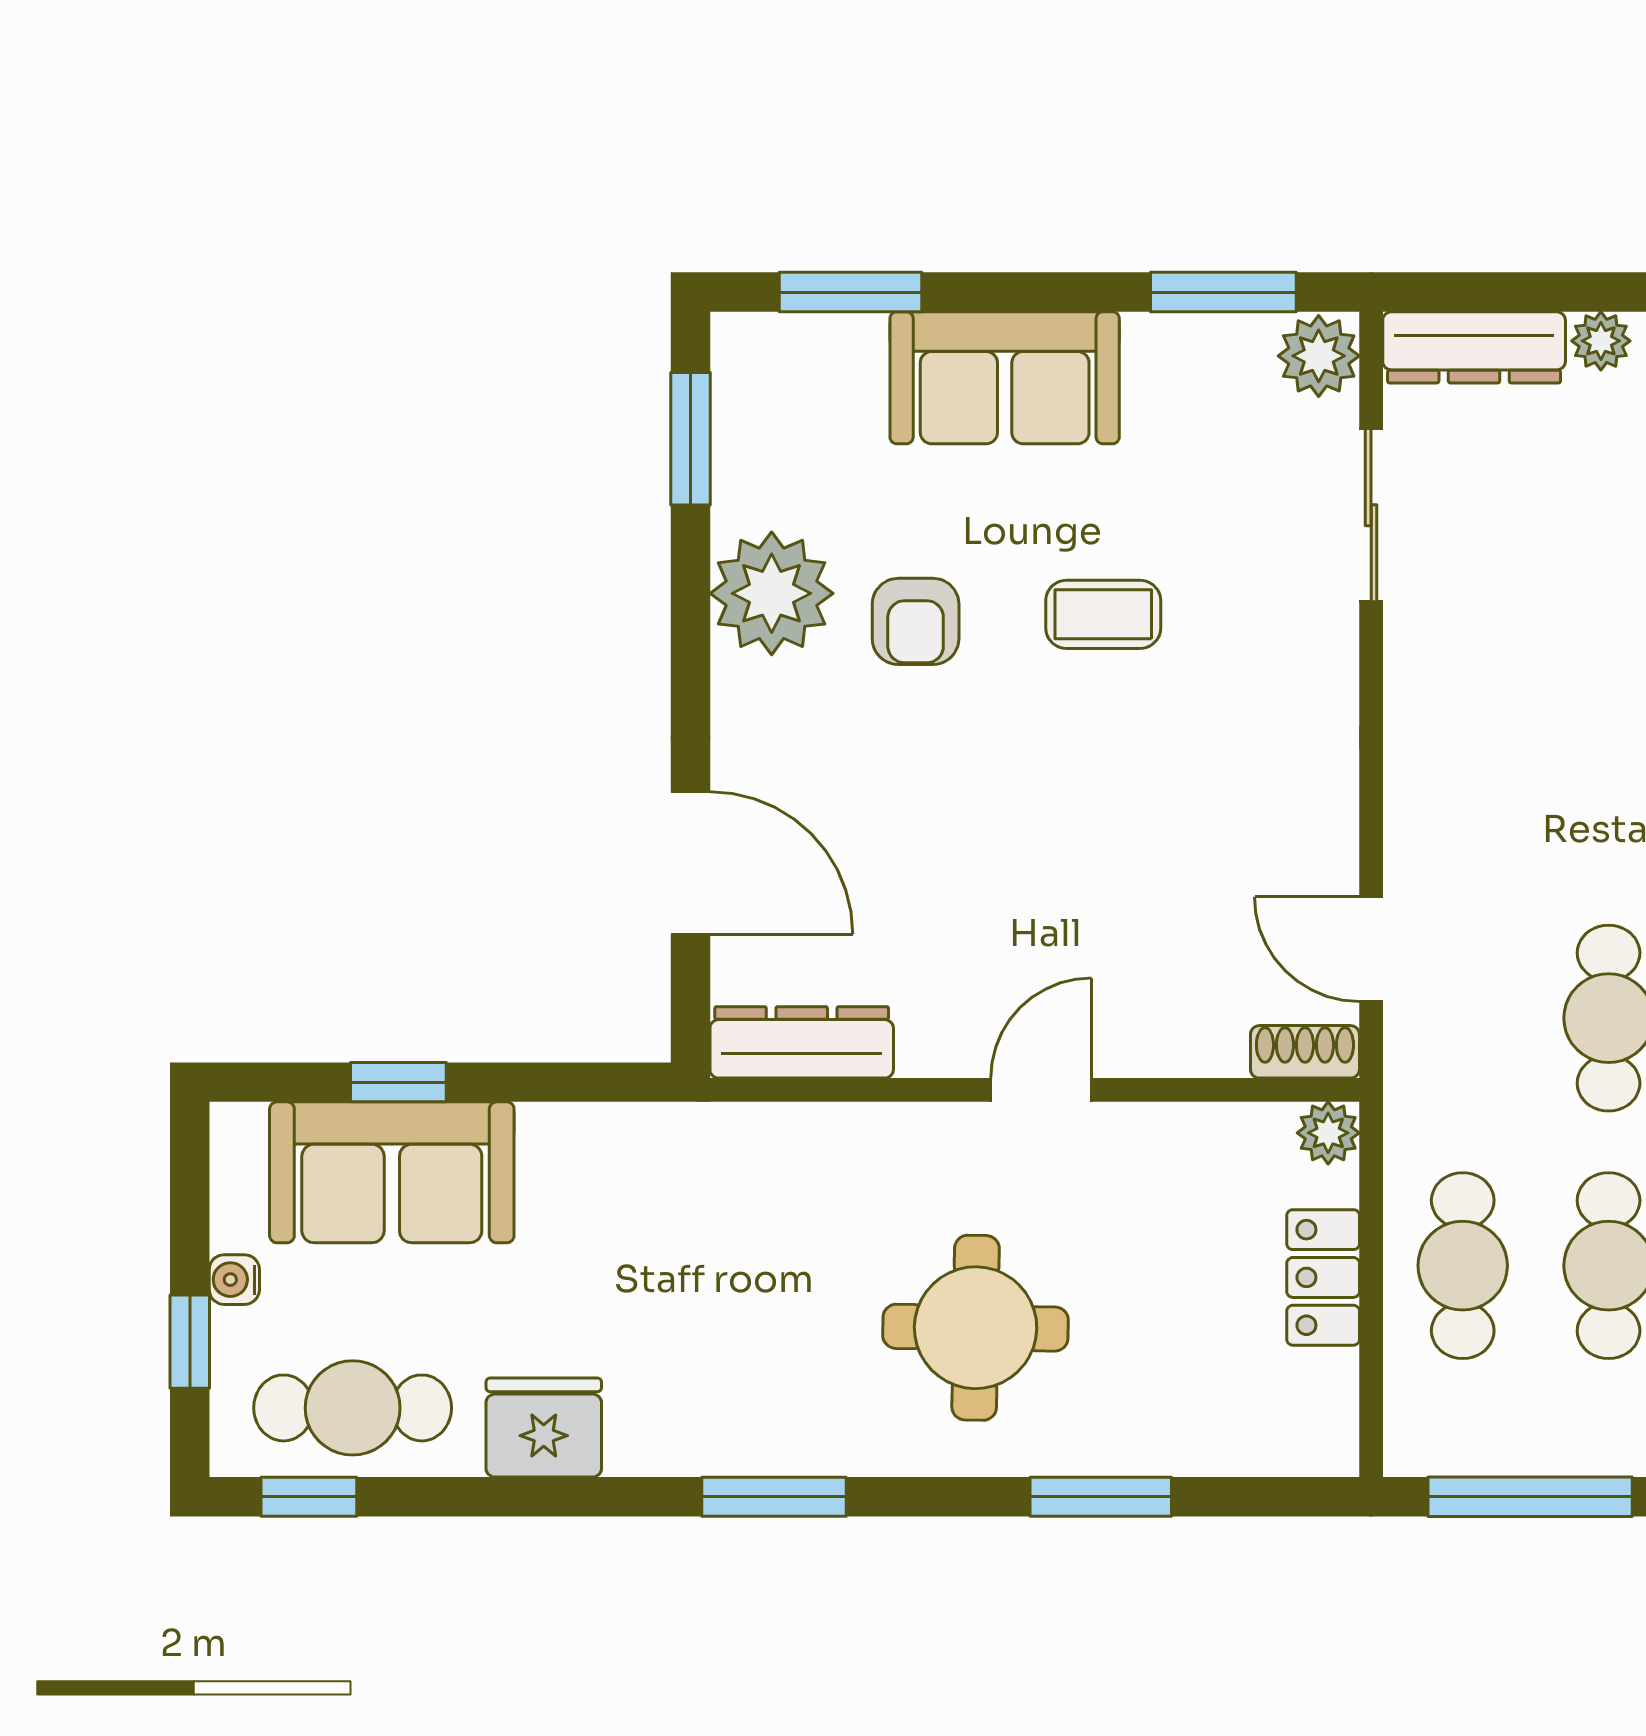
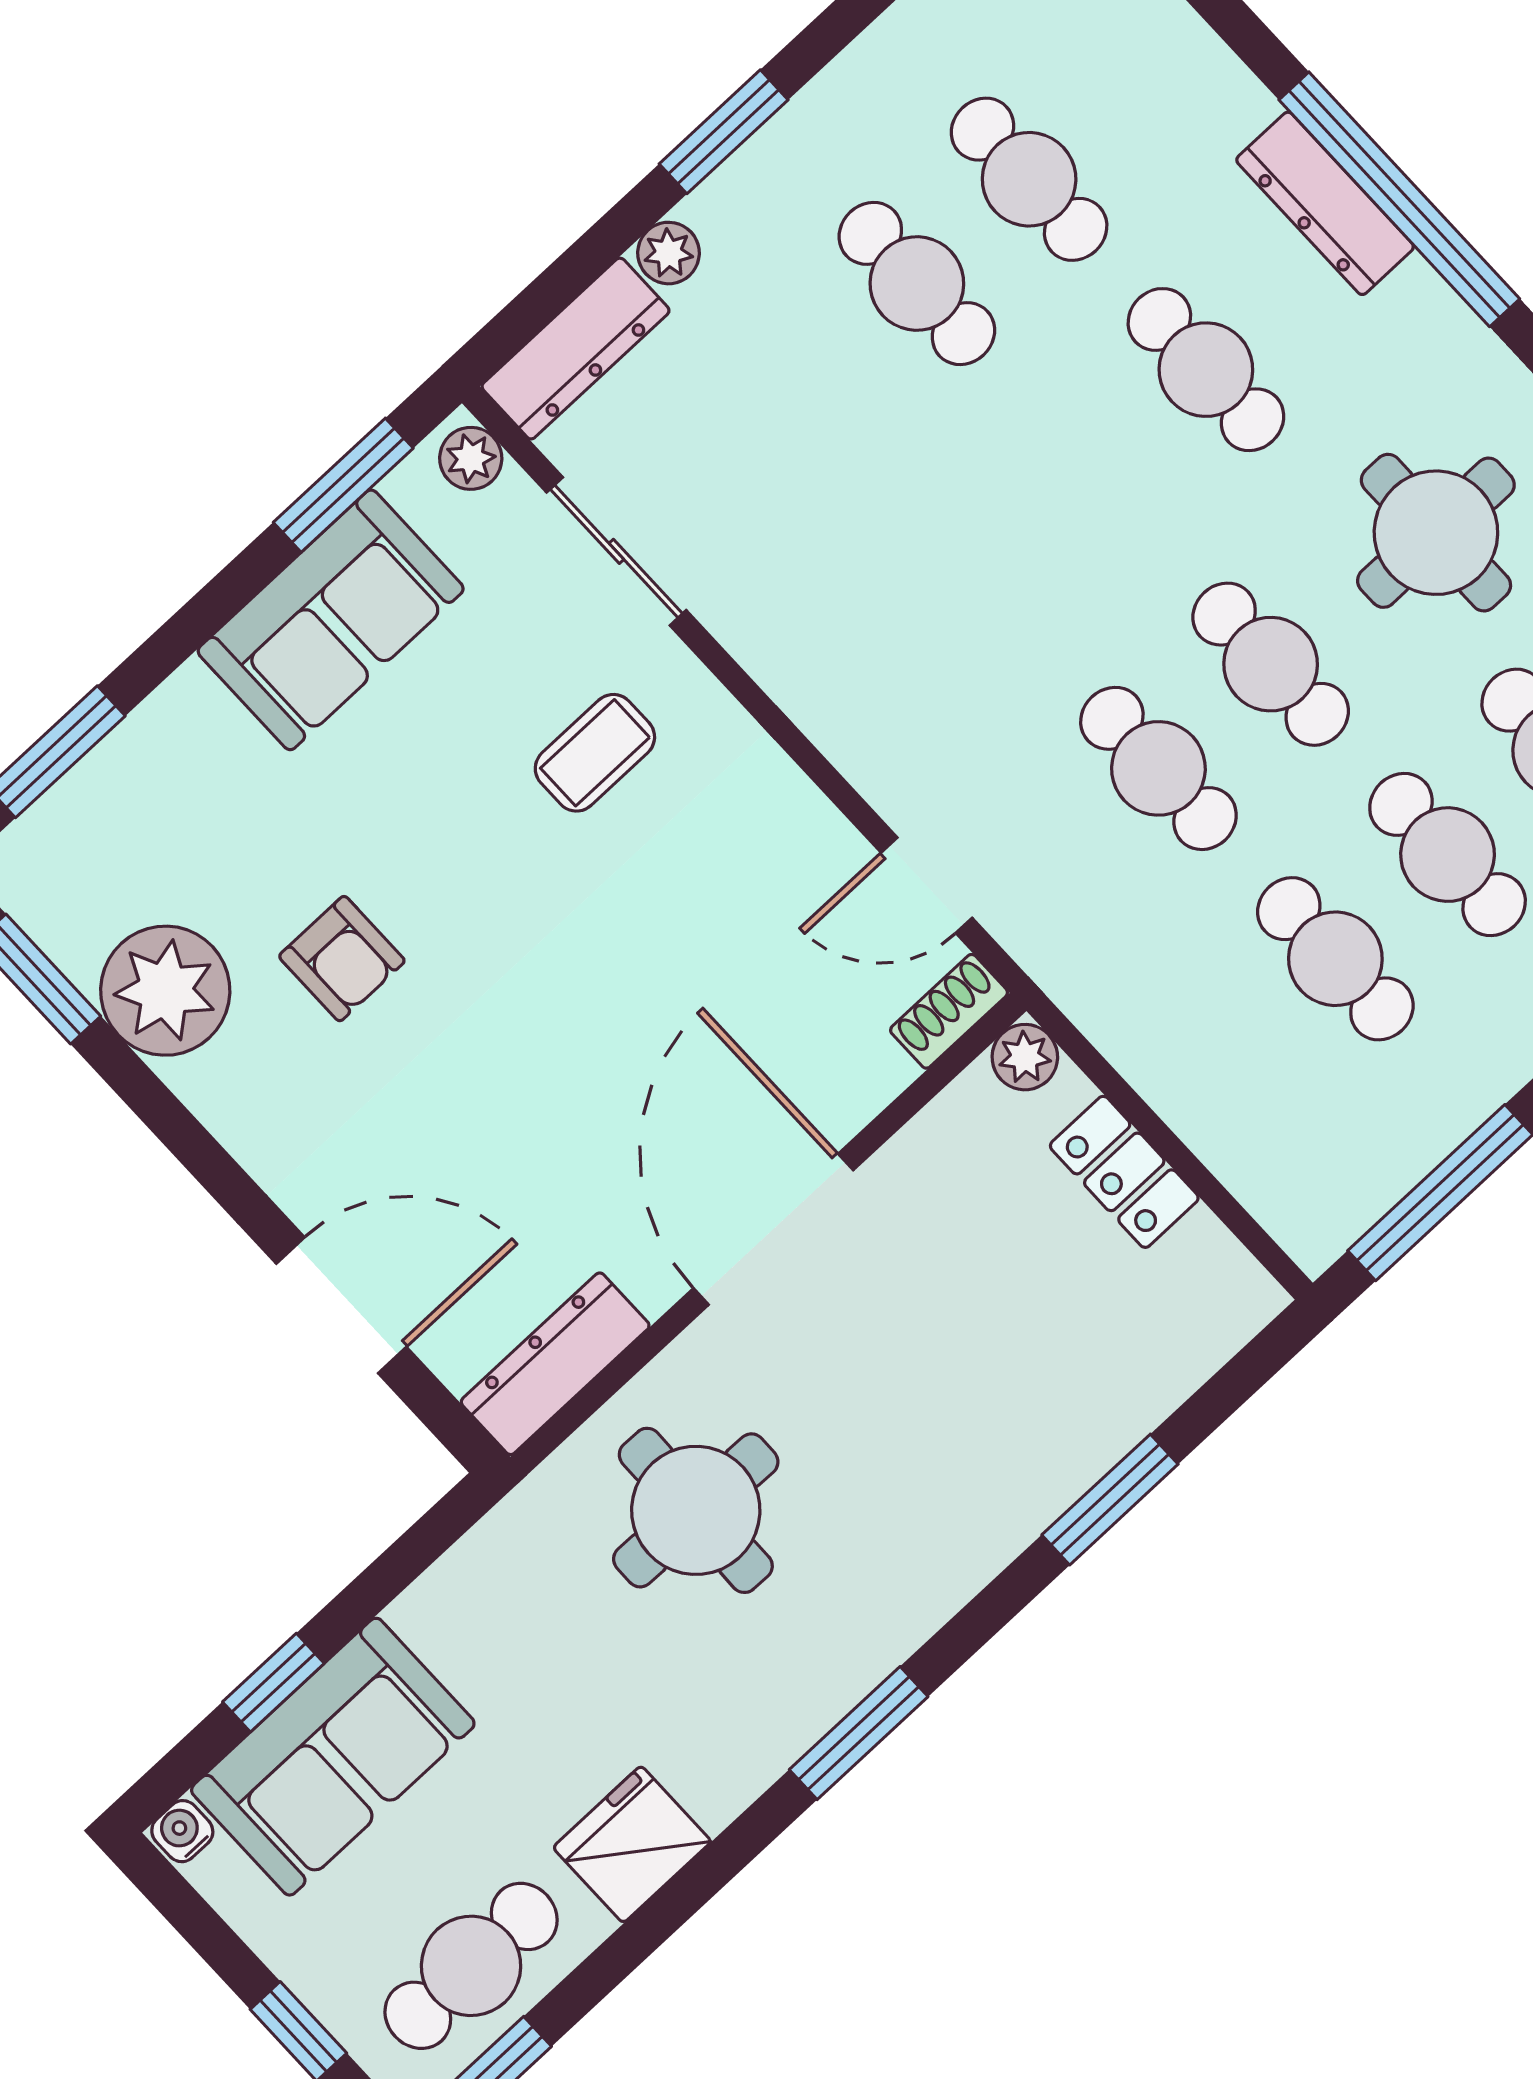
plant: (1319, 356) -> (471, 458), width x0.73, depth x0.73
sofa: (1005, 378) -> (331, 620), moved
plant: (772, 593) -> (165, 991), moved
coffee table: (1103, 614) -> (595, 753), moved
door: (1041, 1090) -> (773, 1229), width x1.88
cafe table: (1463, 1266) -> (1223, 1063), removed
water cooler: (234, 1280) -> (182, 1831), moved, turned 90
round table: (976, 1328) -> (696, 1510), moved

